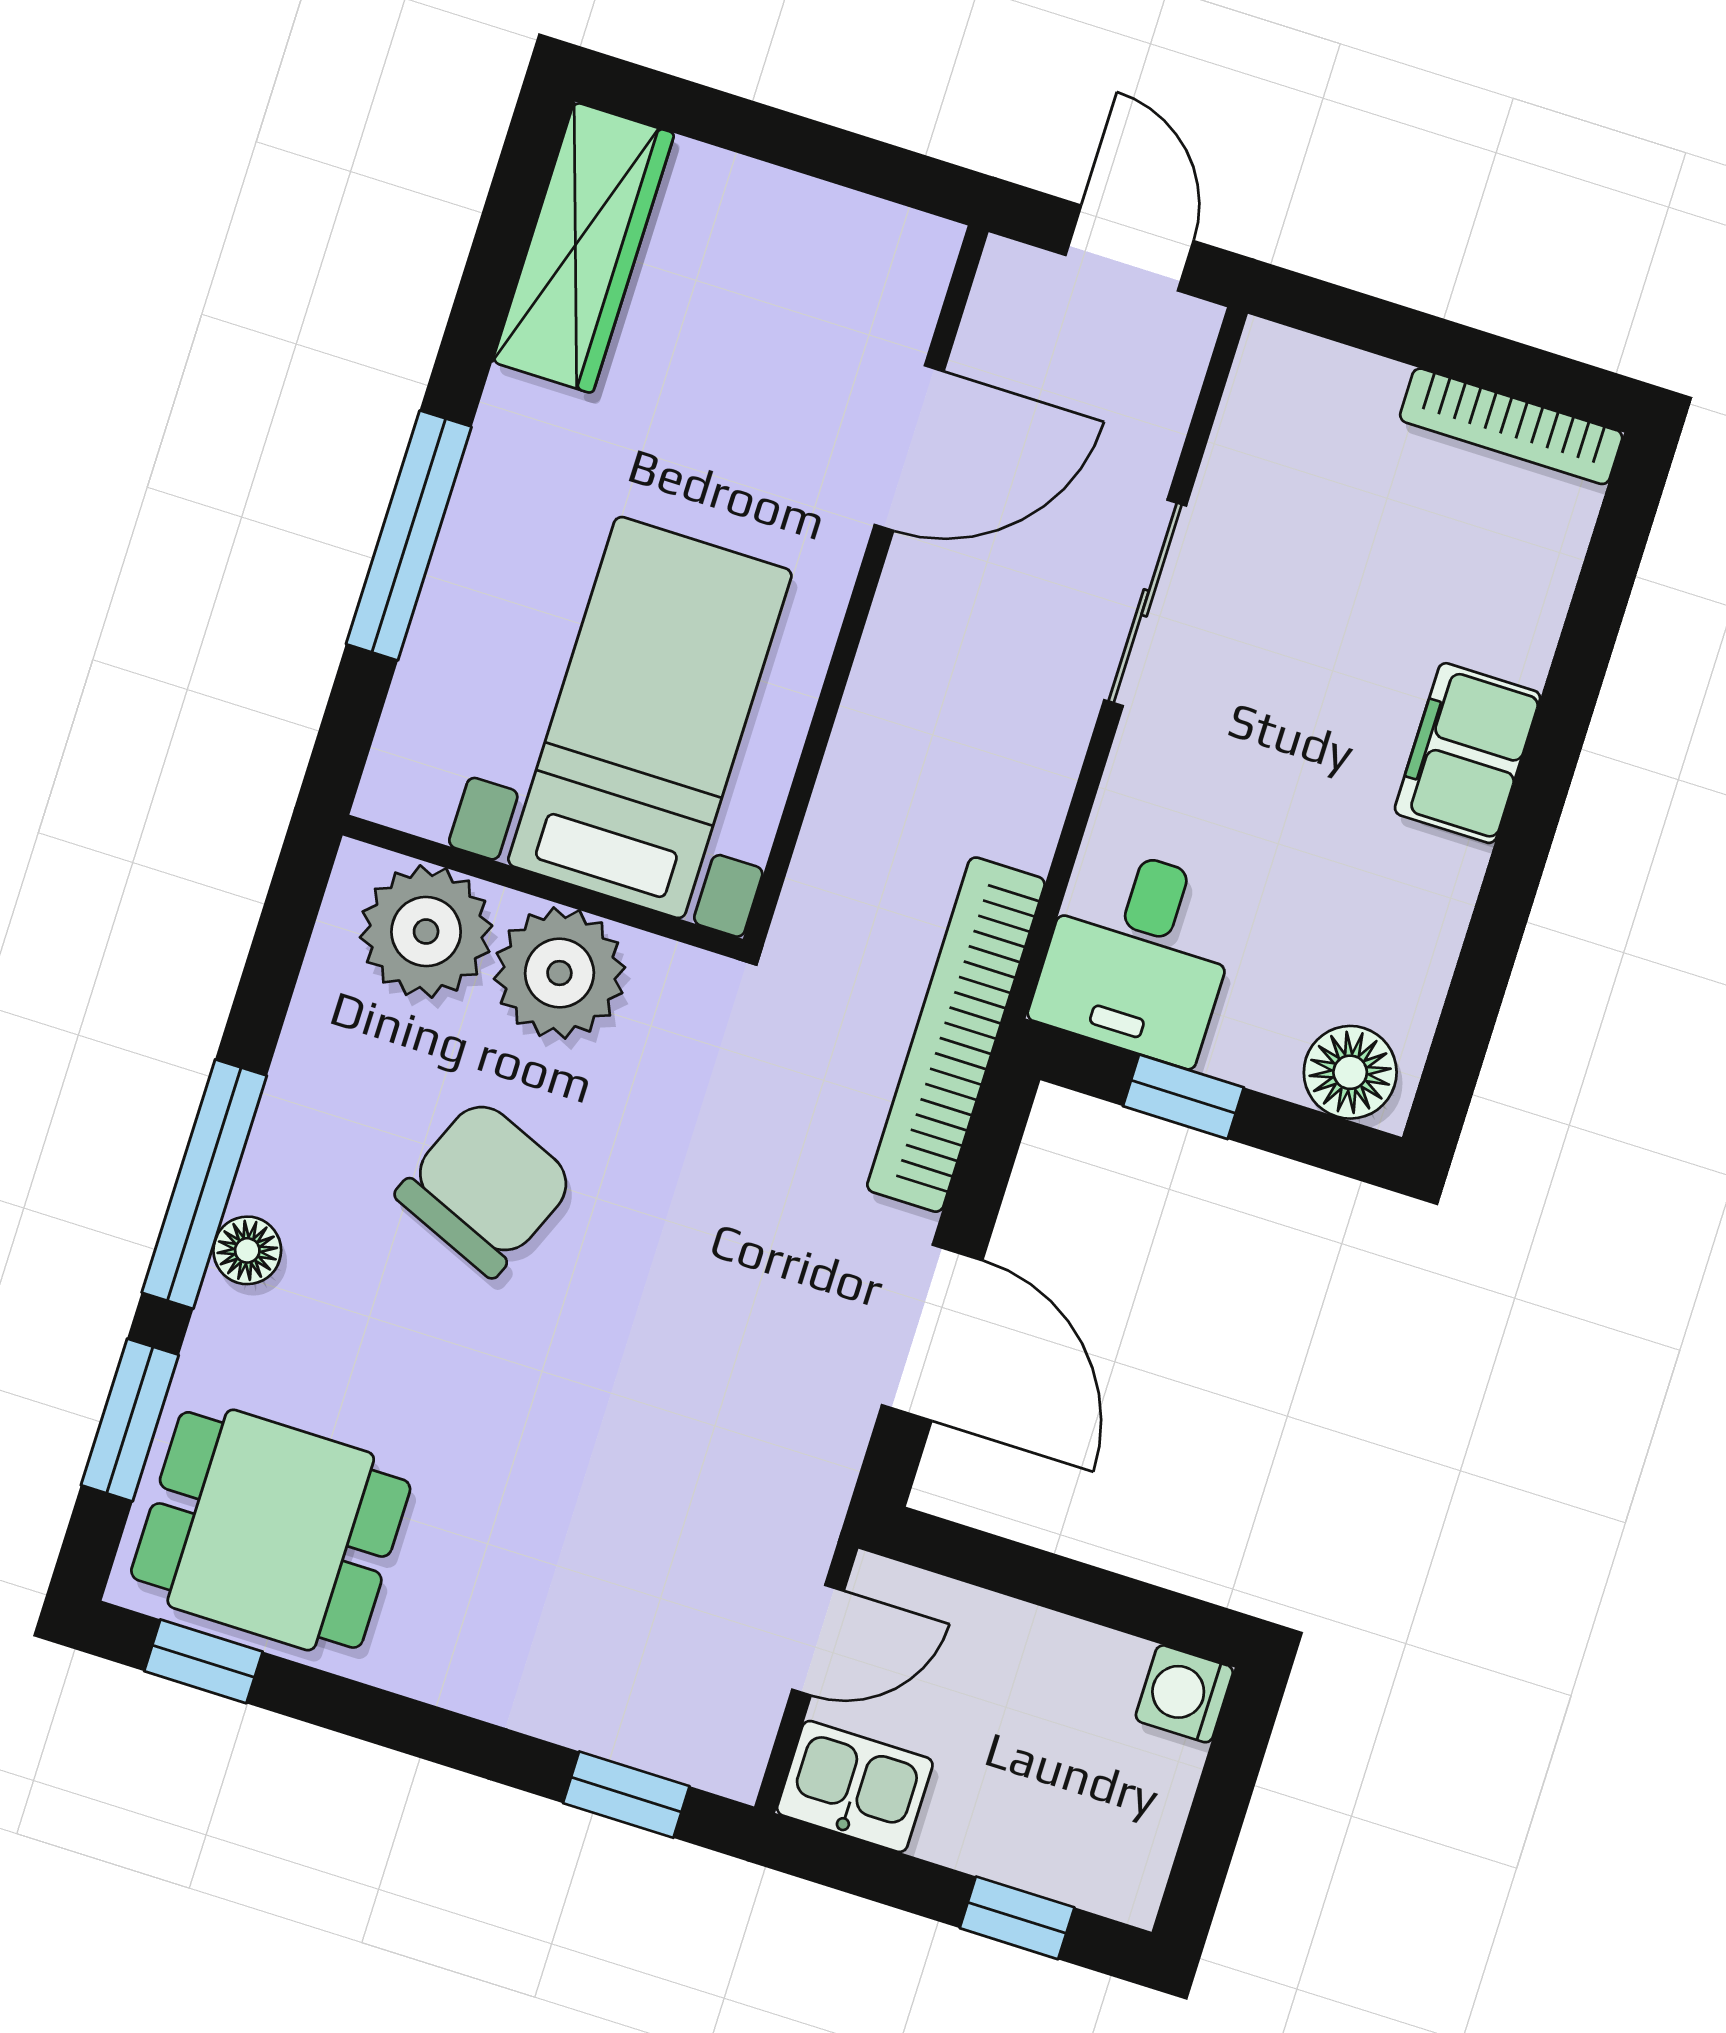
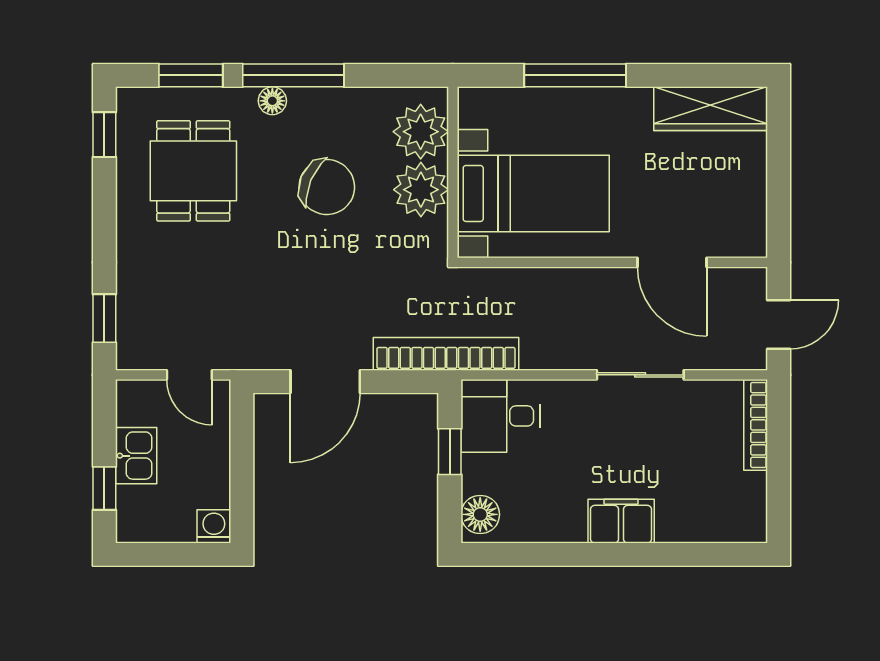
bookcase: (1511, 426) -> (756, 425), moved
dining table: (271, 1530) -> (193, 171), moved
kitchen sink: (855, 1786) -> (136, 456), moved

